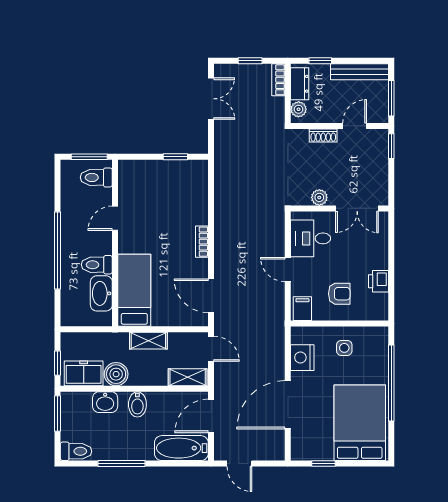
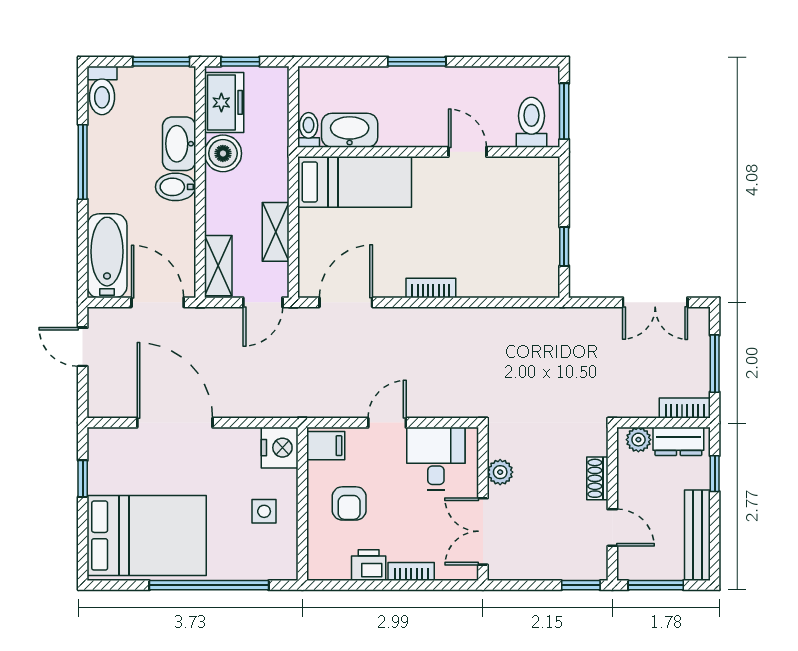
window: (250, 61) -> (715, 364), width x1.50
window: (58, 251) -> (417, 62), width x0.47
bookcase: (383, 254) -> (411, 572), added
toilet: (97, 265) -> (309, 130), moved, width x0.73, depth x0.72
shelving: (148, 341) -> (276, 232), moved
nightstand: (302, 358) -> (280, 448), moved, turned 90
washbasin: (105, 402) -> (179, 144), width x1.38
door: (239, 464) -> (83, 347), hinge flipped

